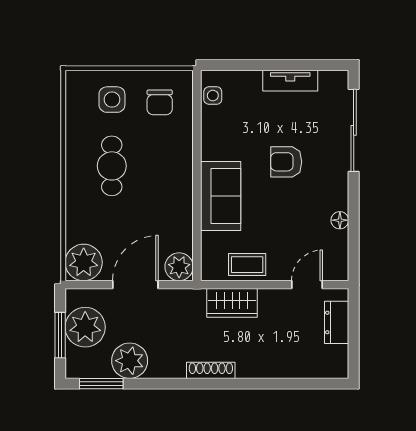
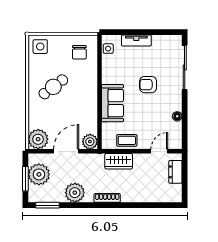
tv unit: (290, 81) -> (136, 40), moved
side table: (112, 100) -> (40, 47), moved
cafe table: (112, 166) -> (53, 87), turned 53
plant: (130, 361) -> (75, 193), moved

